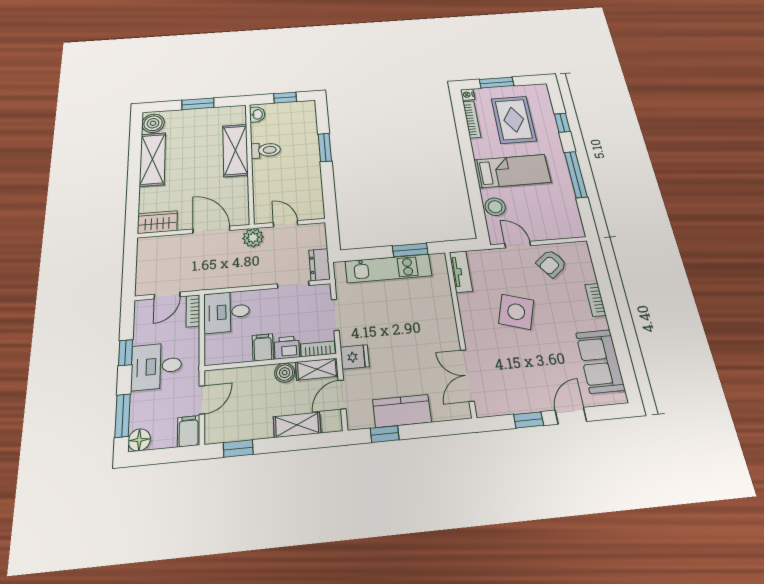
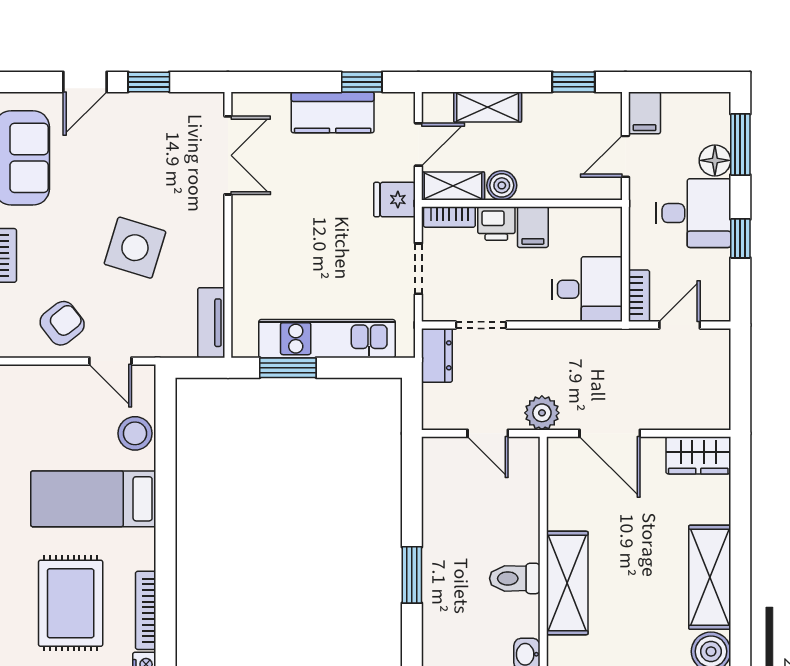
floor lamp: (139, 440) -> (715, 160), moved

